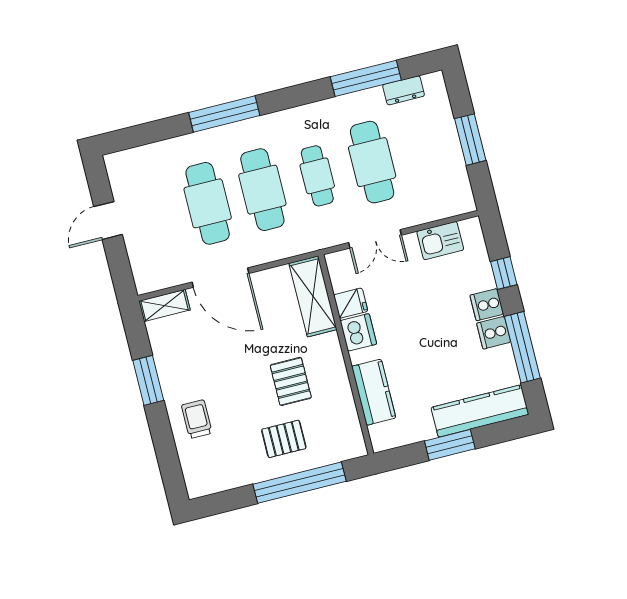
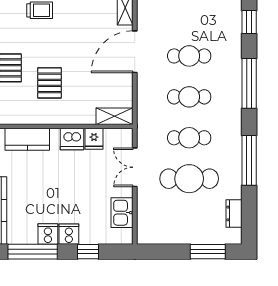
window: (366, 78) -> (249, 160), moved
window: (142, 135) -> (249, 22), added
window: (470, 140) -> (208, 252), moved
cafe table: (262, 190) -> (189, 97), width x0.73, depth x0.74
cafe table: (208, 203) -> (189, 56), width x0.73, depth x0.74
shelving: (313, 296) -> (114, 116), width x0.67, depth x0.75
pallet: (291, 381) -> (49, 83), turned 90

